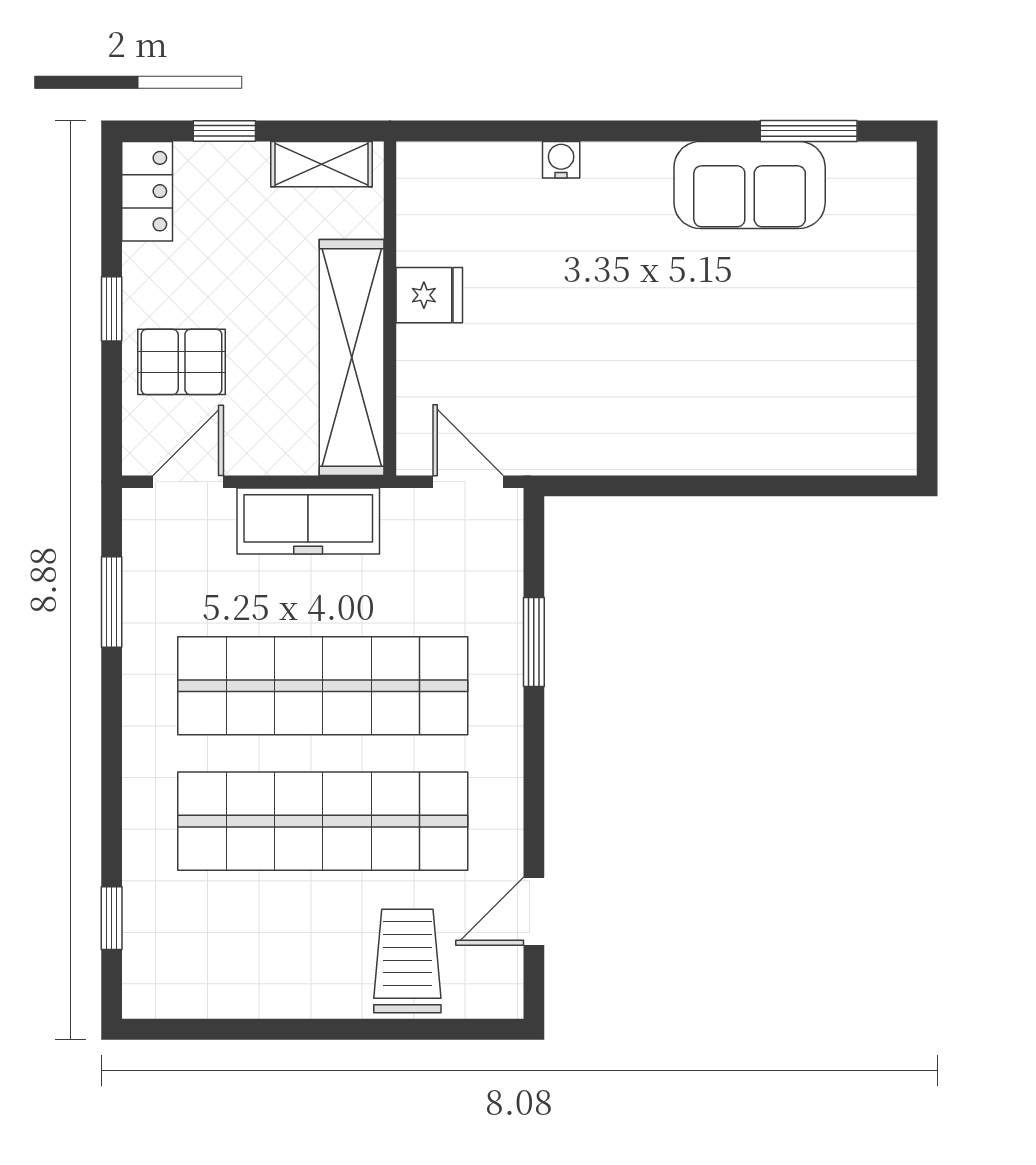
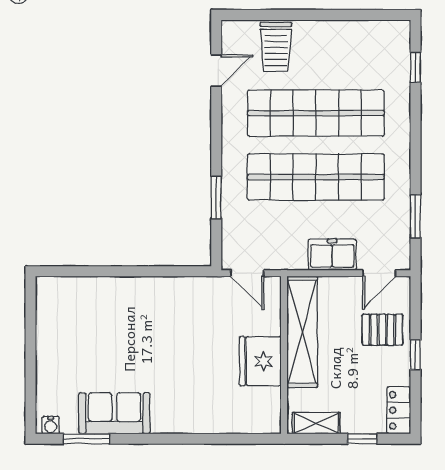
water cooler: (561, 160) -> (51, 425), moved
fridge: (429, 295) -> (260, 361), width x1.88, depth x1.34
freezer: (308, 521) -> (332, 255), width x0.71

